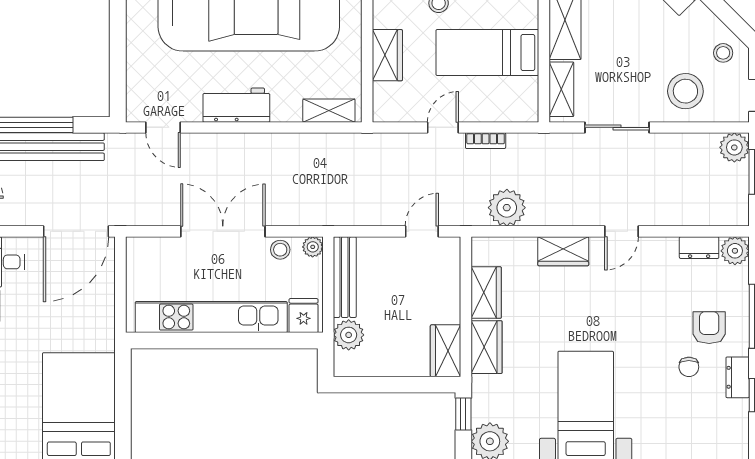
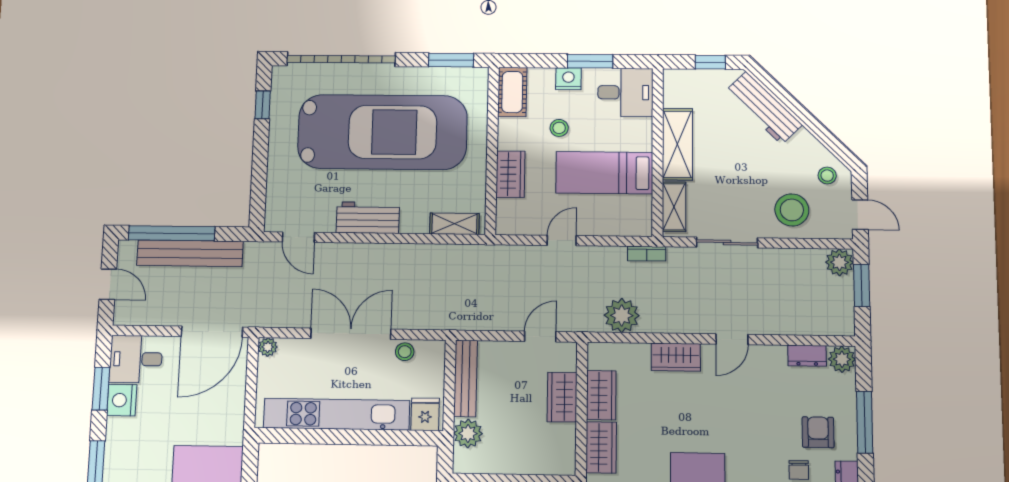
bookcase: (486, 141) -> (647, 254), moved
plant: (313, 247) -> (268, 347), moved
wardrobe: (446, 351) -> (562, 397), moved

